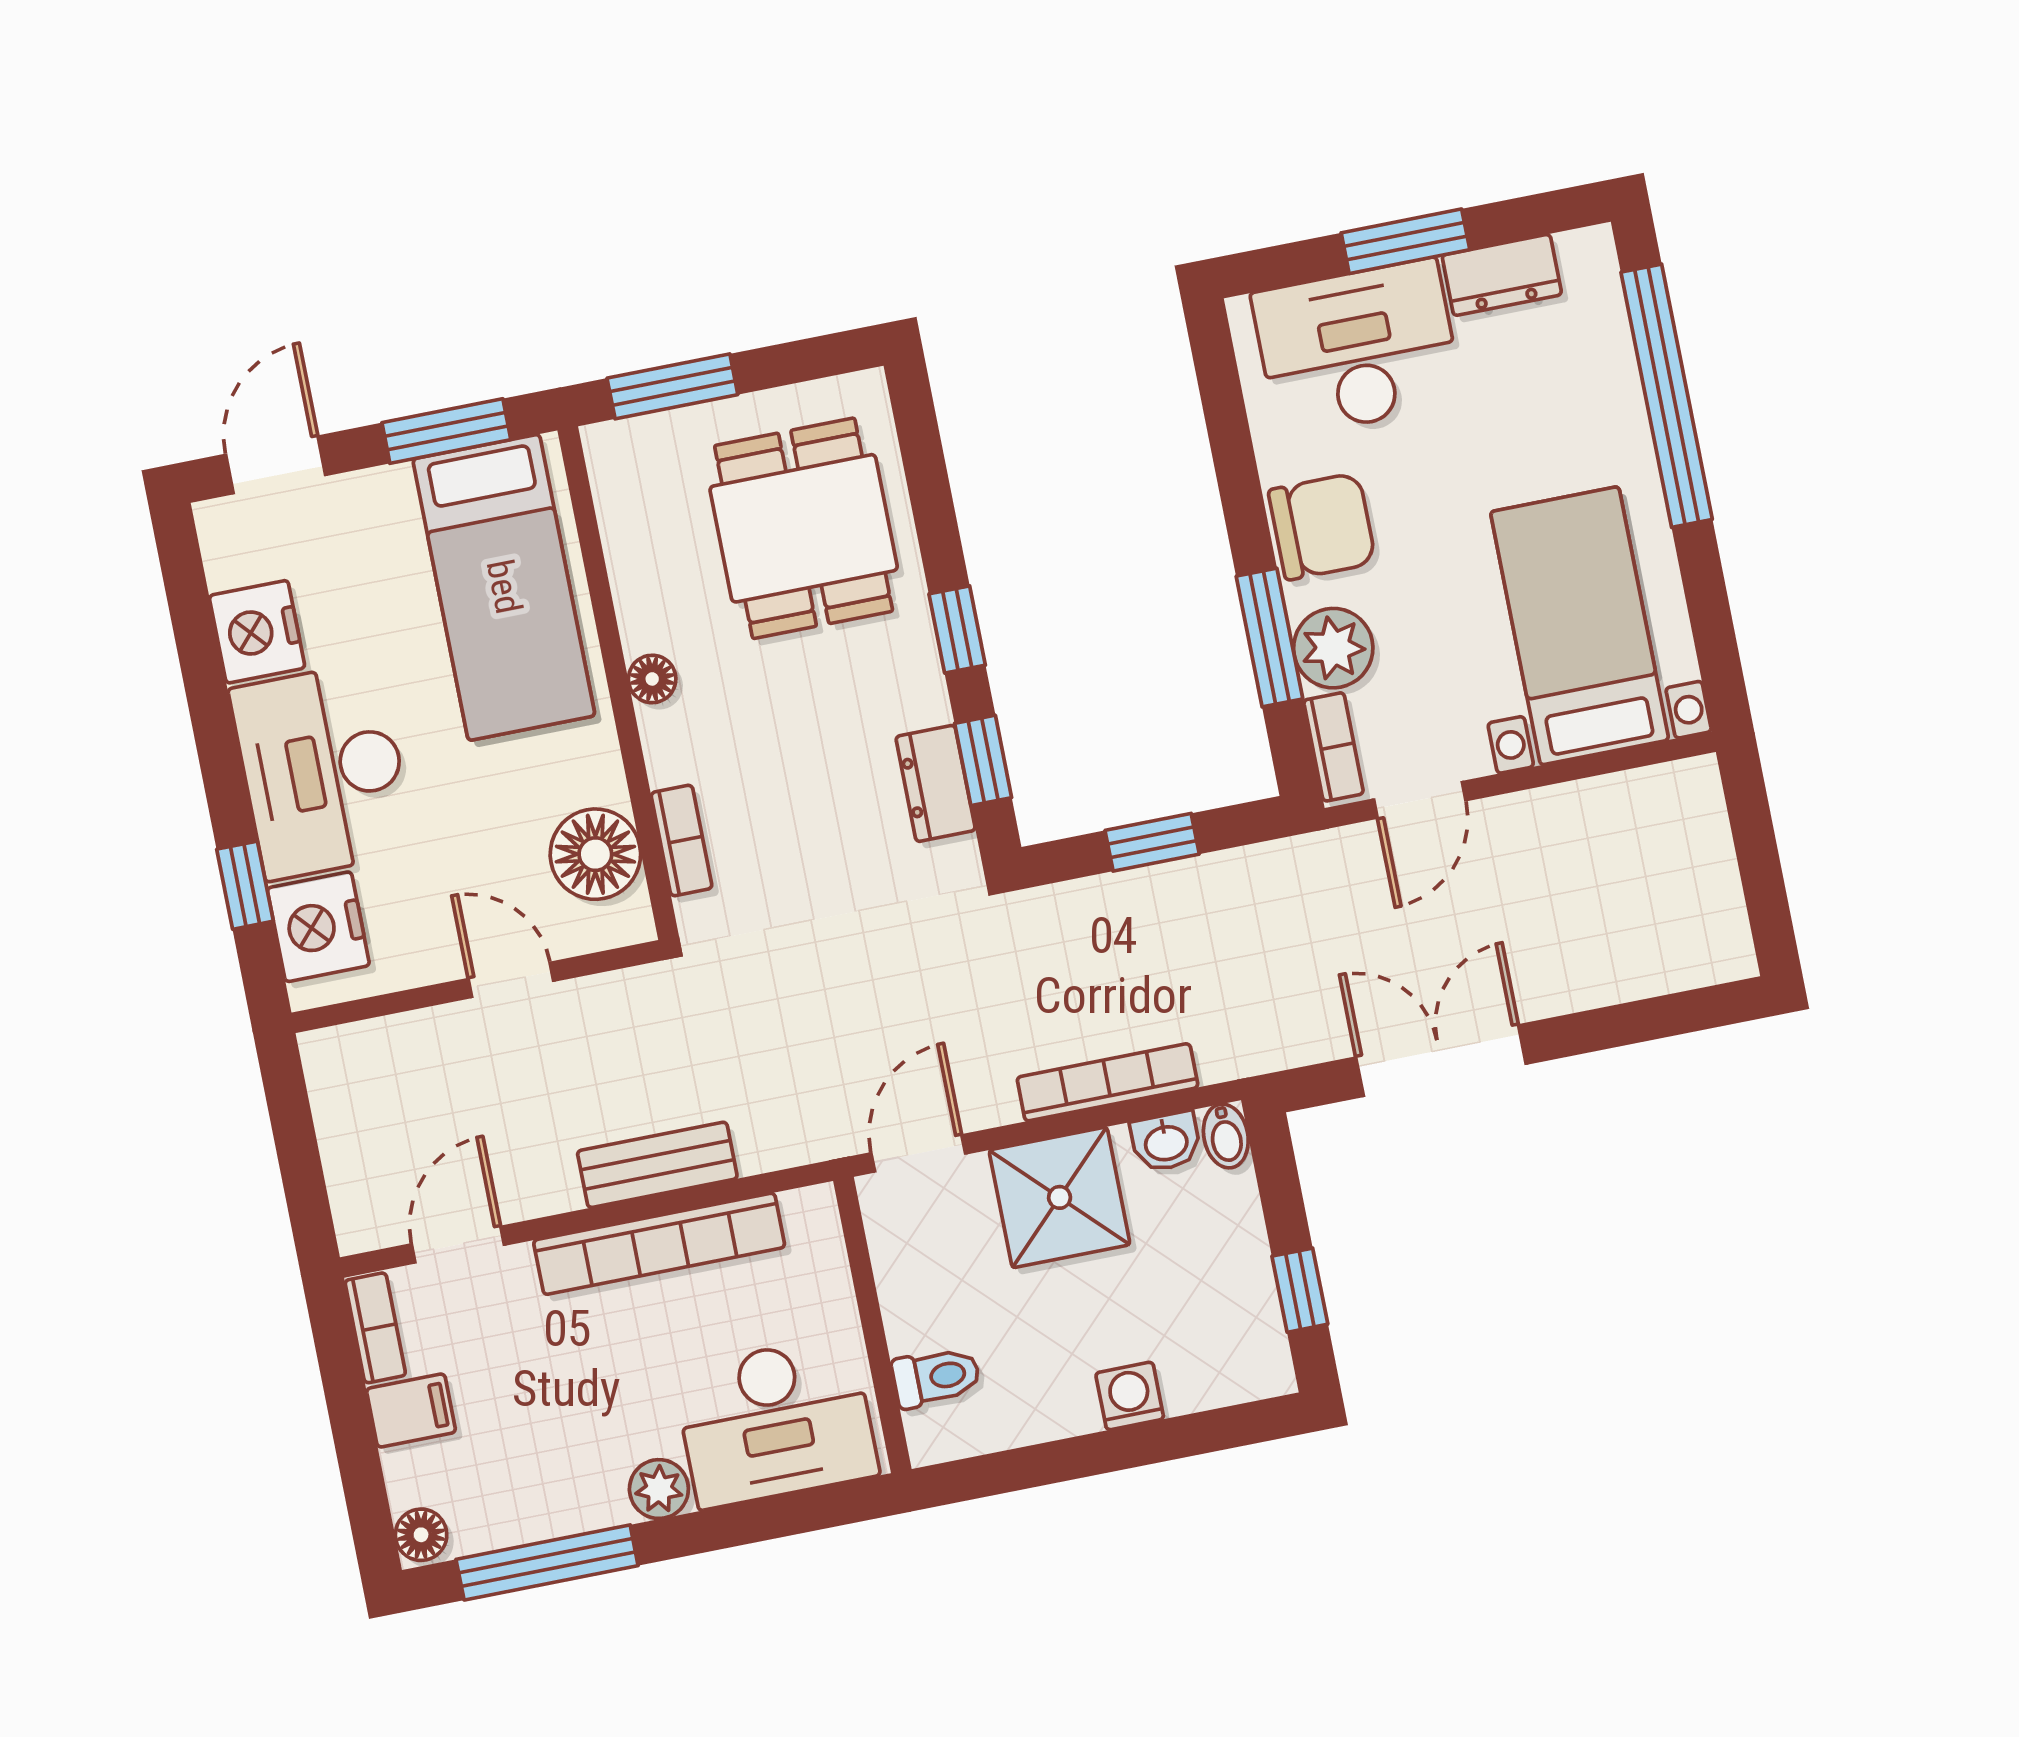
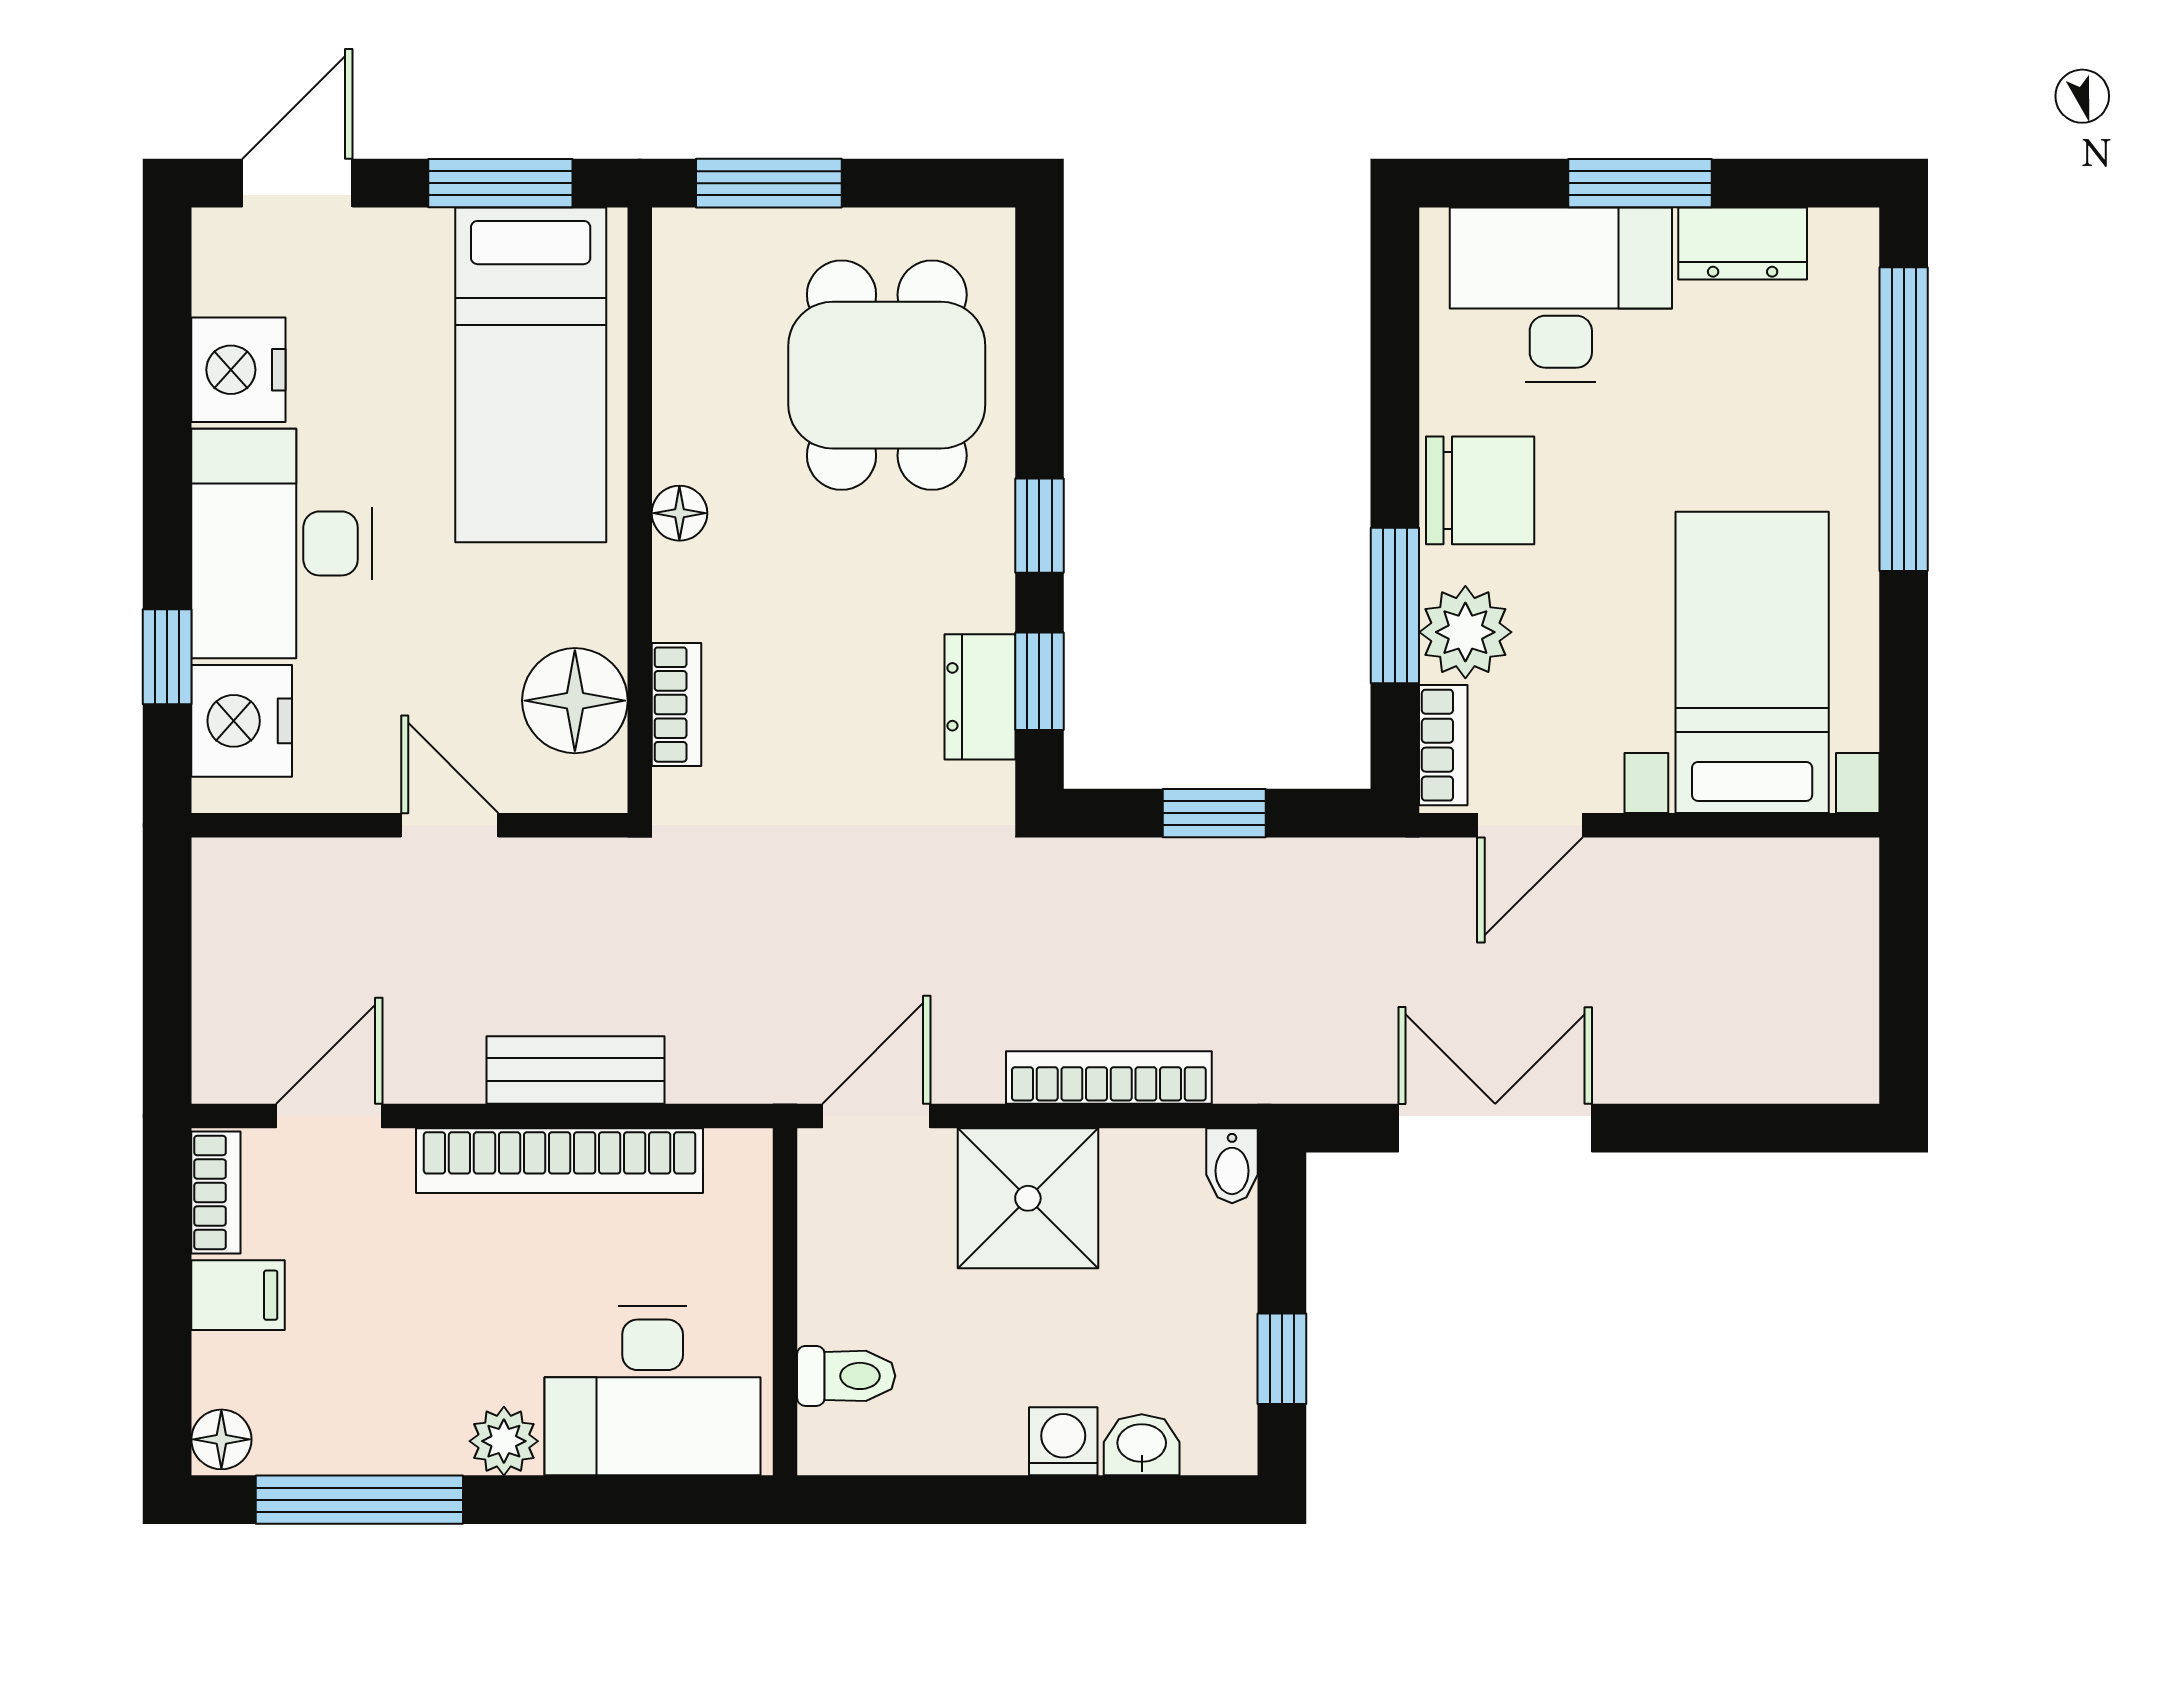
washbasin: (1166, 1142) -> (1142, 1445), moved, turned 180

